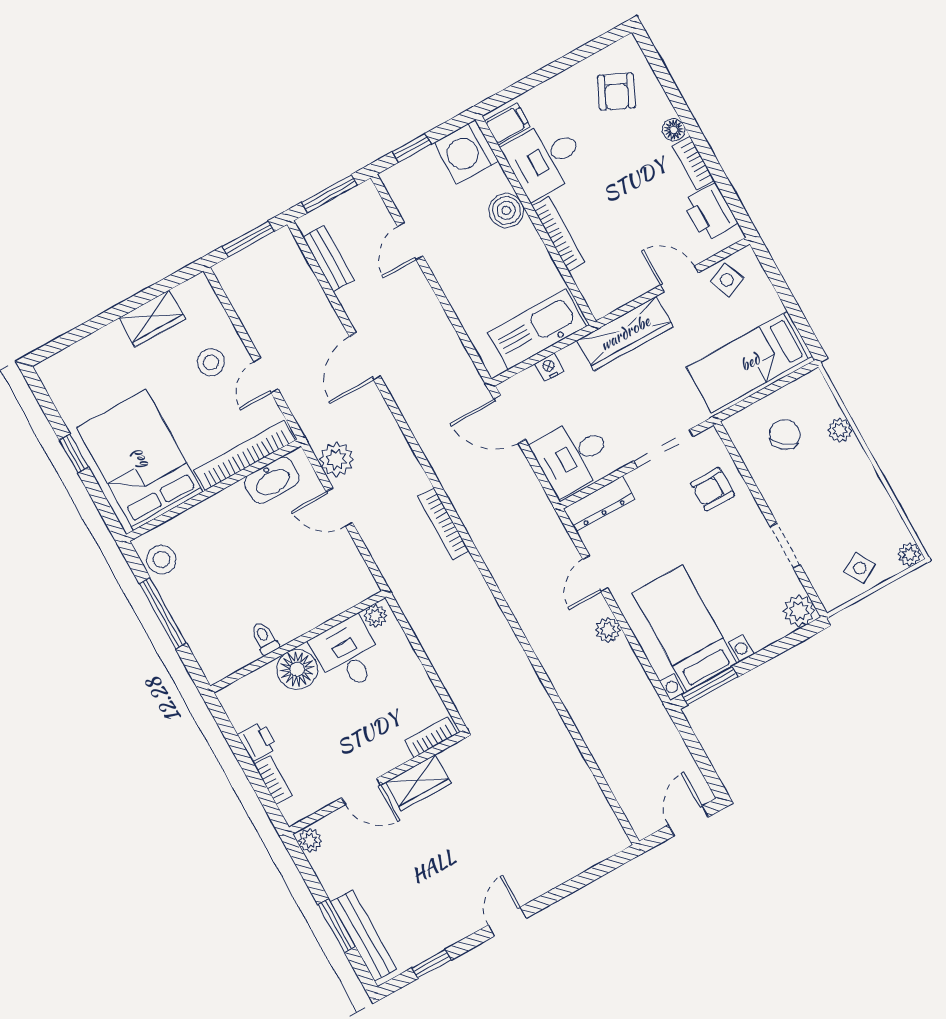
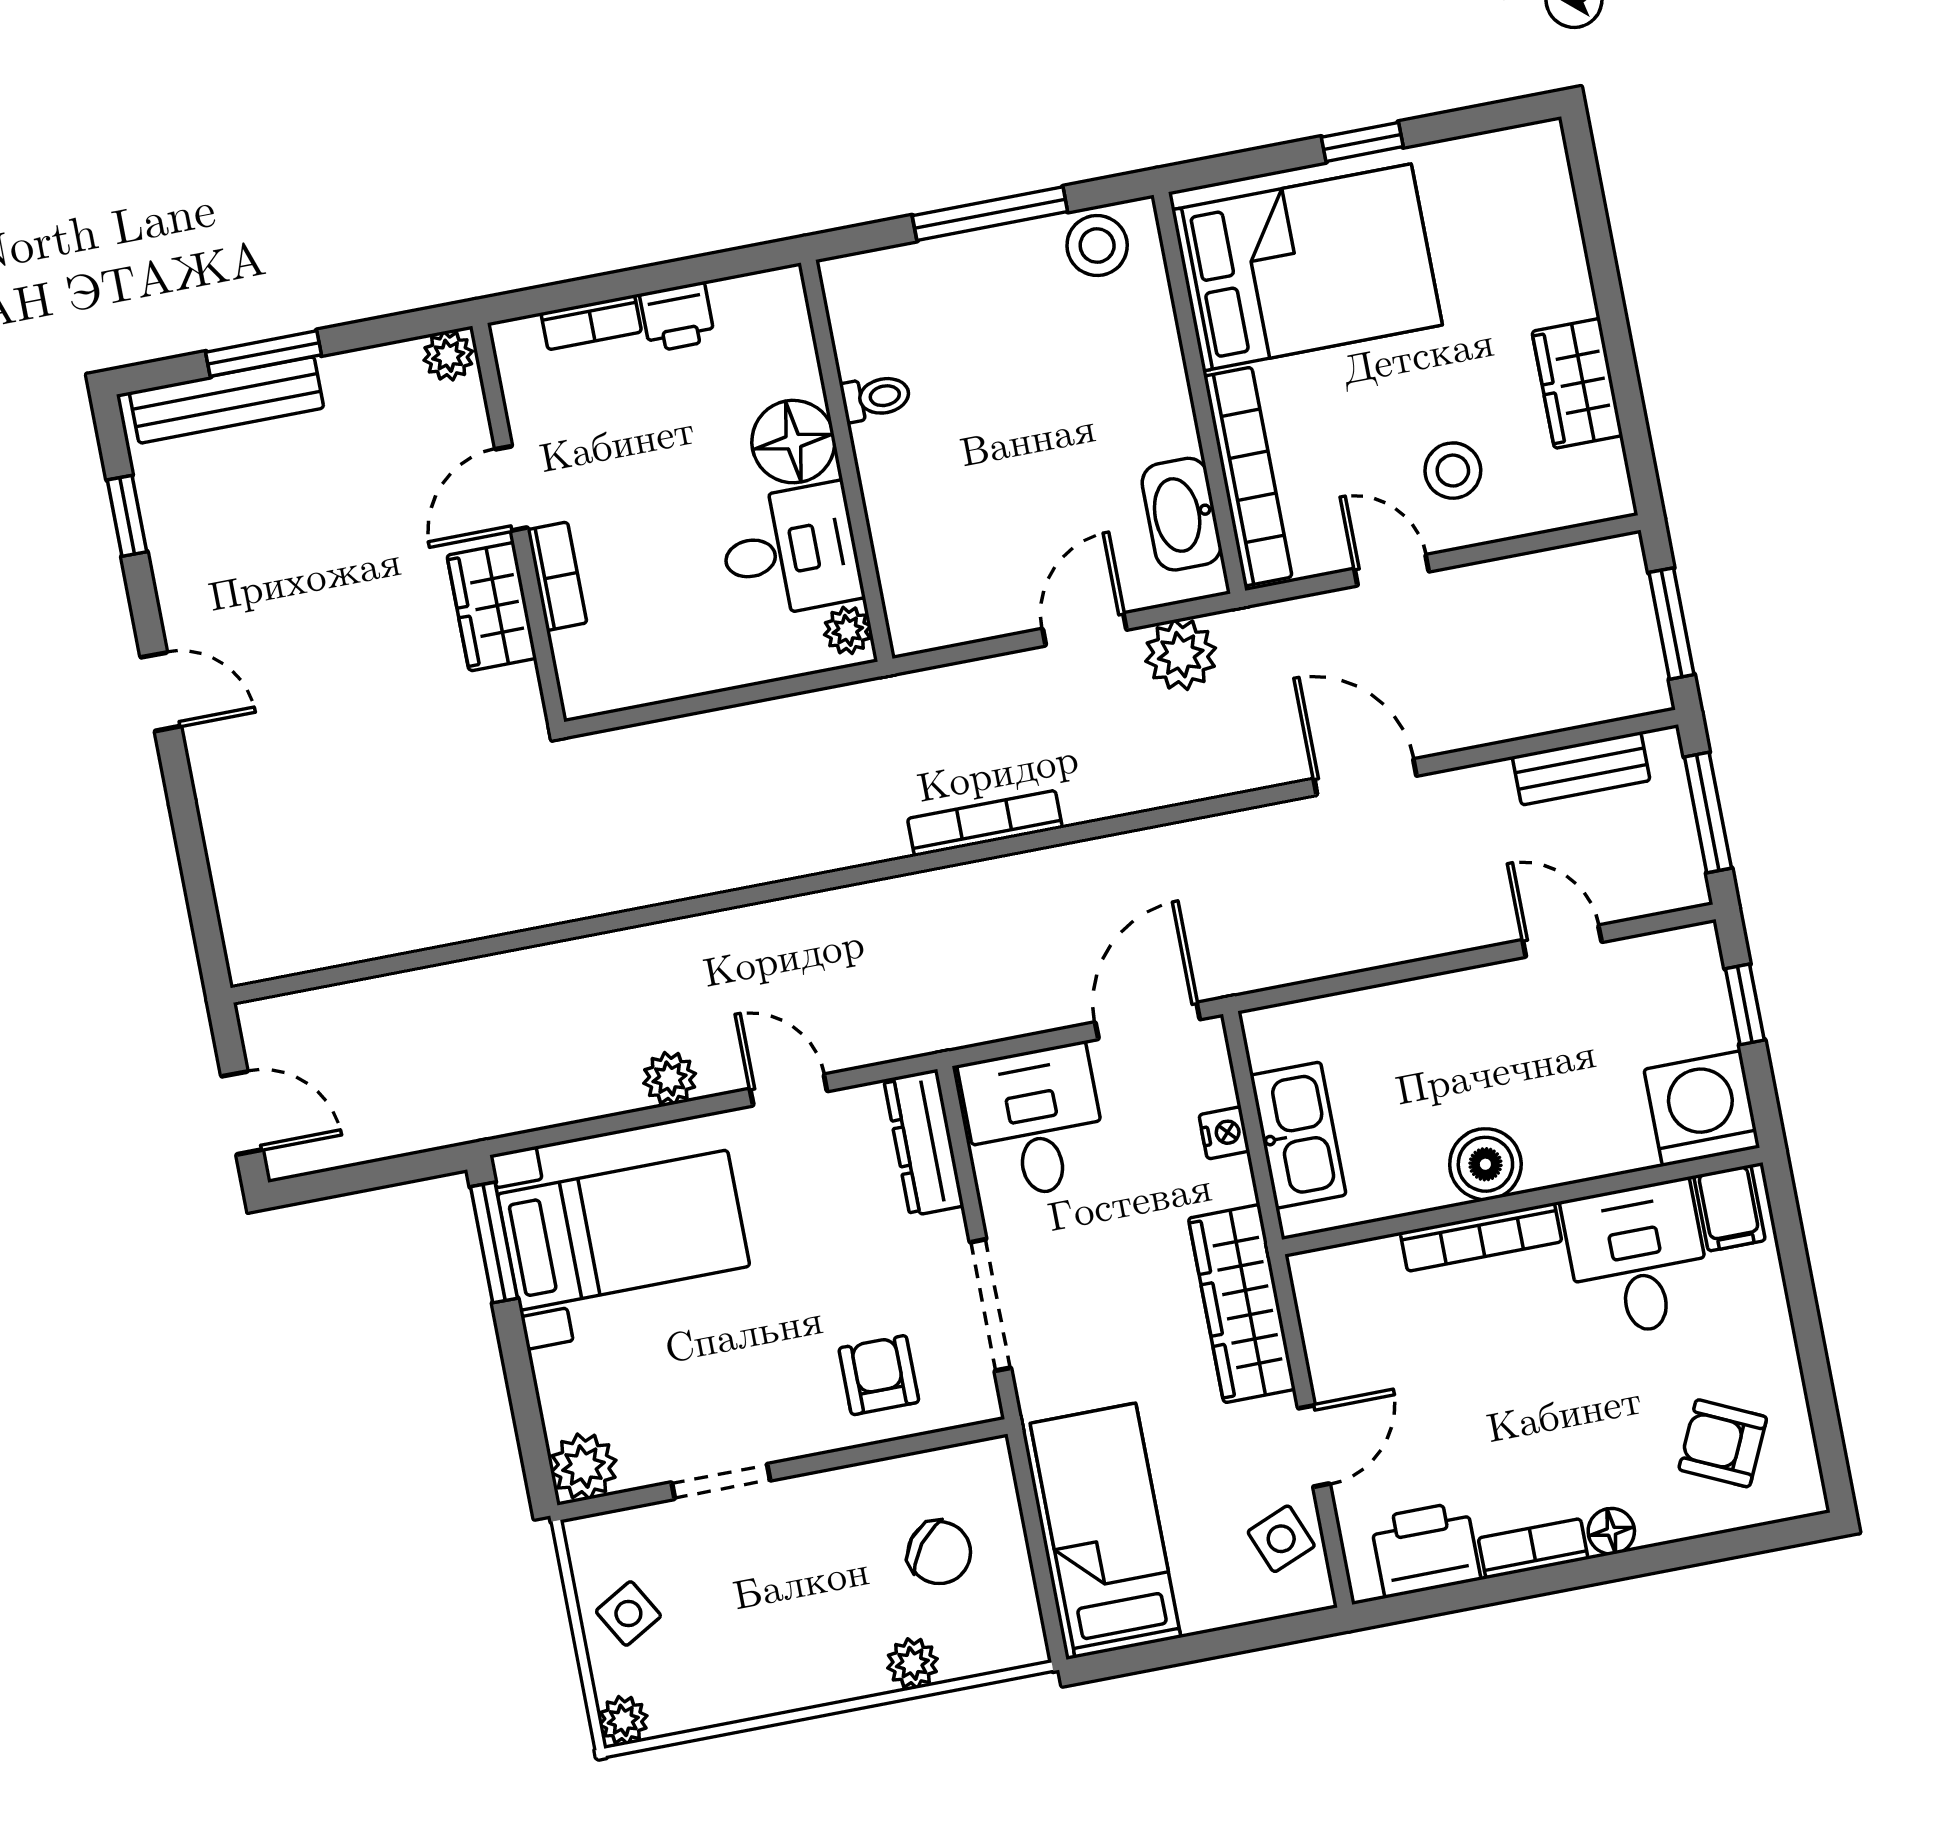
boiler: (506, 210) -> (1485, 1164), moved
kitchen sink: (537, 329) -> (1298, 1135), width x0.73, depth x0.81
bookcase: (431, 737) -> (557, 576), moved

